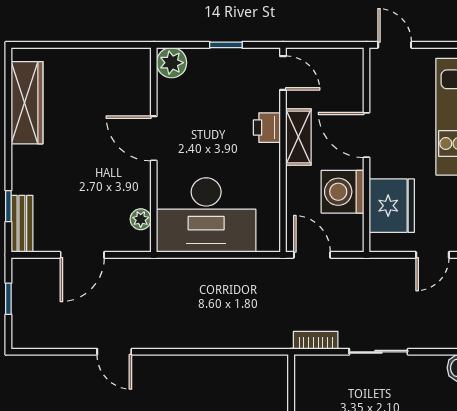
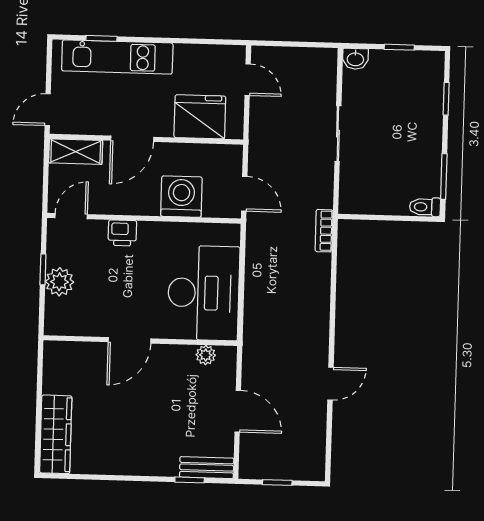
plant: (172, 63) -> (59, 282), moved
wardrobe: (27, 103) -> (56, 434), moved, turned 90
shelving: (298, 137) -> (76, 152), moved
washing machine: (342, 192) -> (181, 197), moved, turned 180
door: (312, 255) -> (244, 194), swing flipped
bookcase: (316, 340) -> (324, 231), moved

